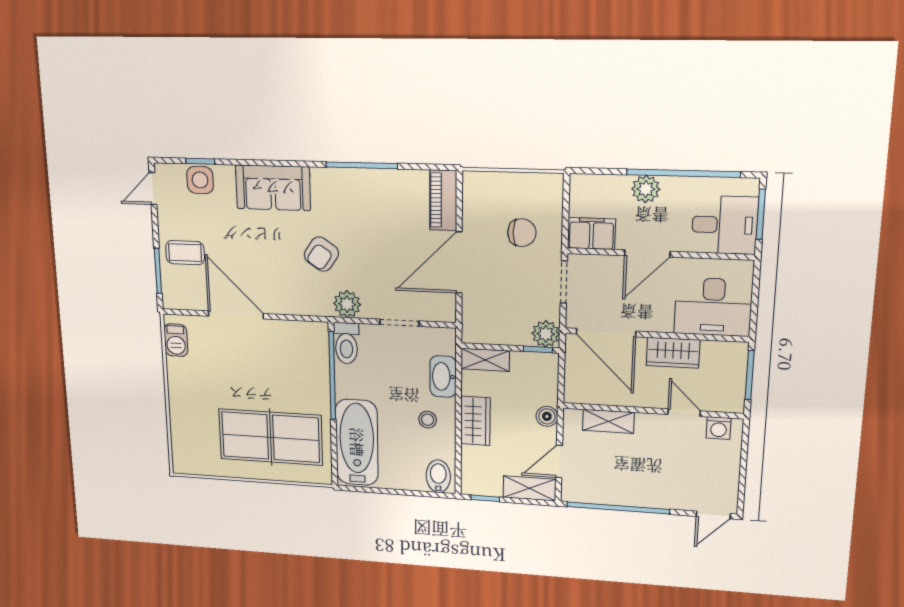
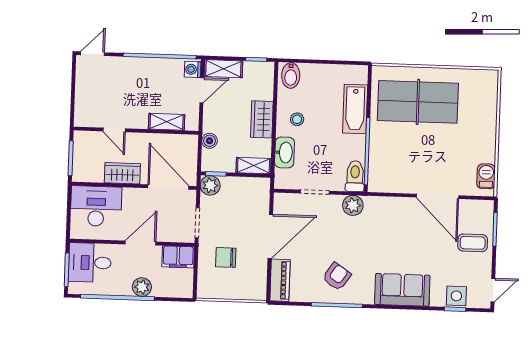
armchair: (321, 254) -> (337, 277), moved
boiler: (547, 416) -> (210, 141), moved
washing machine: (719, 428) -> (193, 69), moved, turned -90
bathtub: (357, 442) -> (355, 109), width x0.73, depth x0.73

